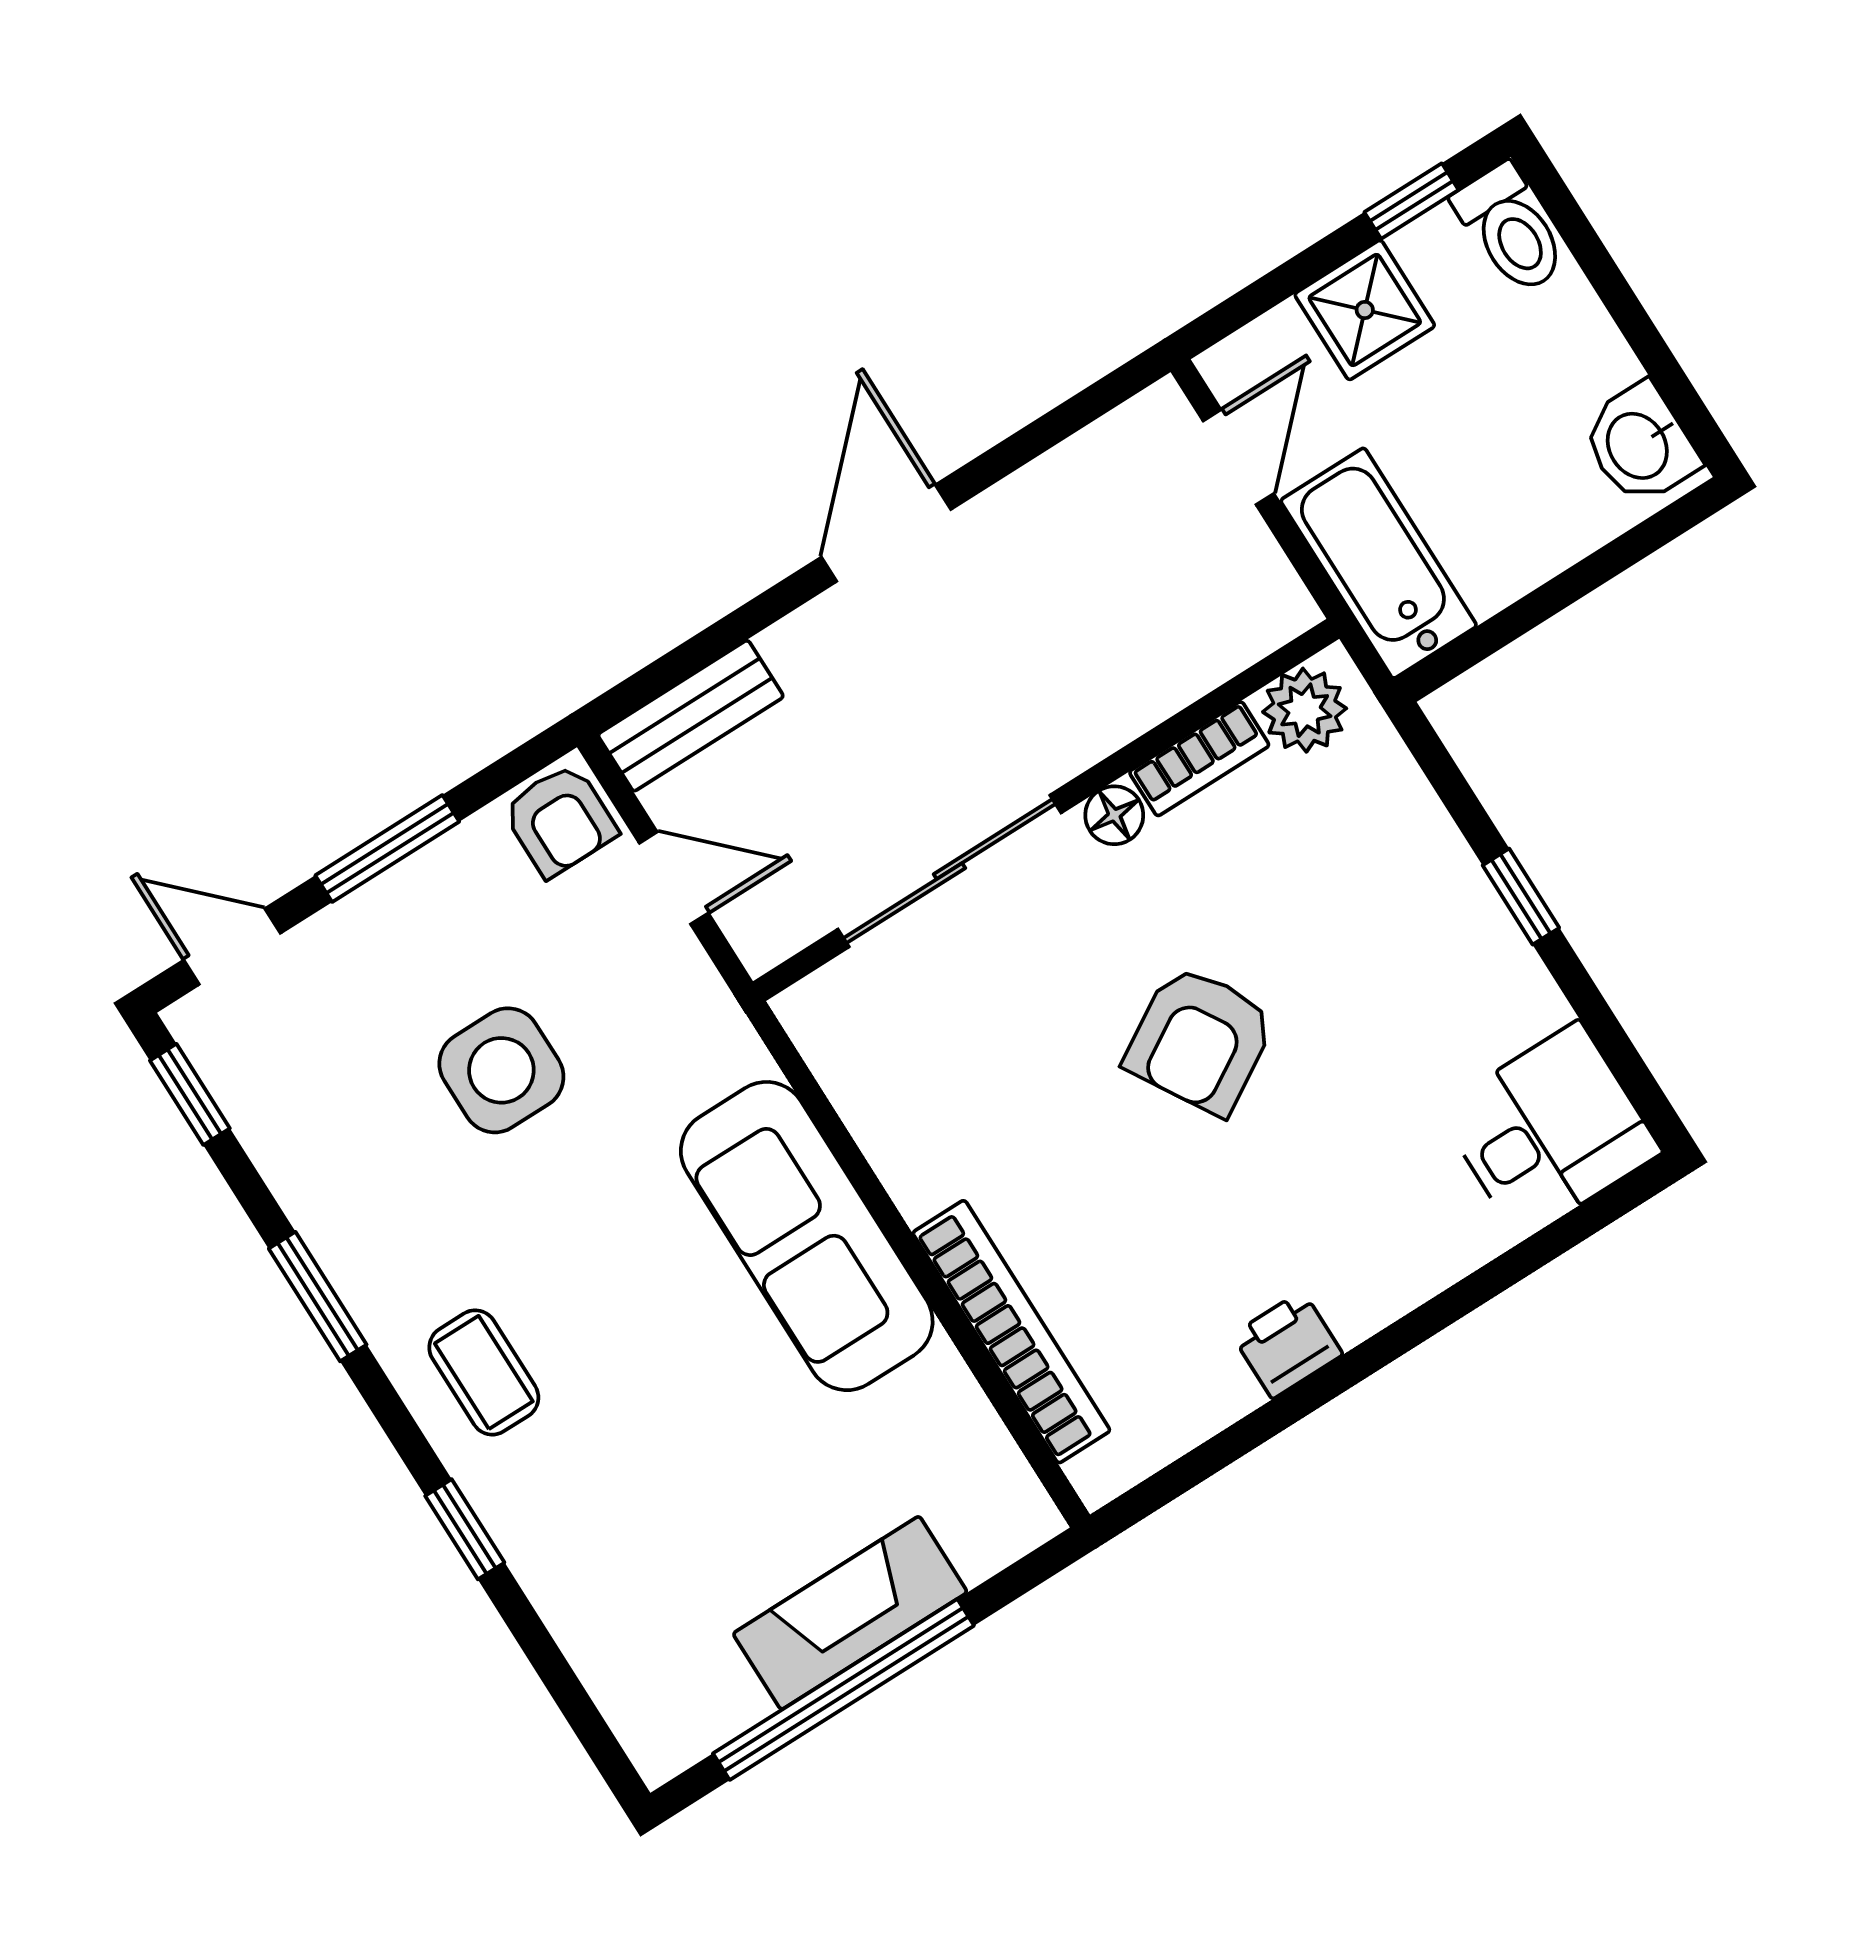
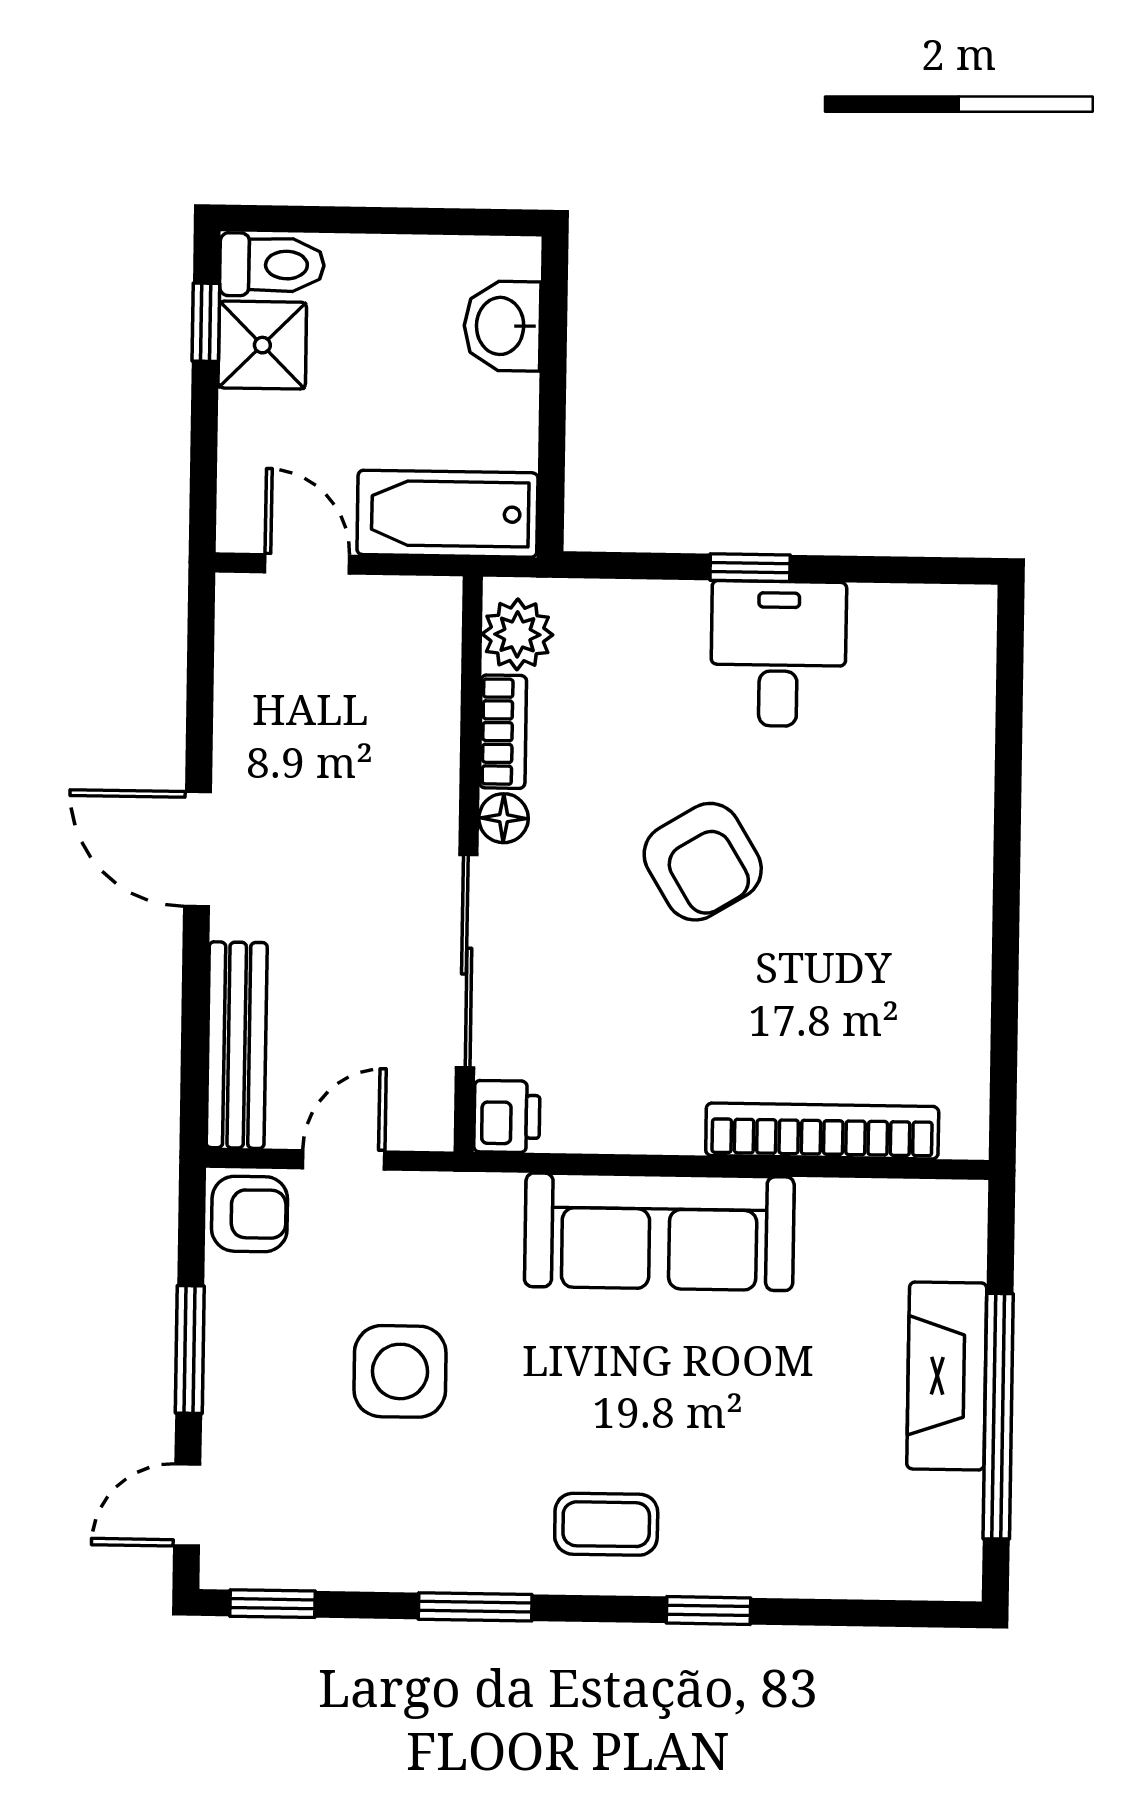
shower: (1365, 310) -> (262, 345), moved
washbasin: (1640, 444) -> (502, 326), moved, turned 90
bench: (691, 716) -> (237, 1045), width x1.36
desk: (1549, 1131) -> (778, 654), moved
printer: (1287, 1345) -> (507, 1117), moved, turned 180

